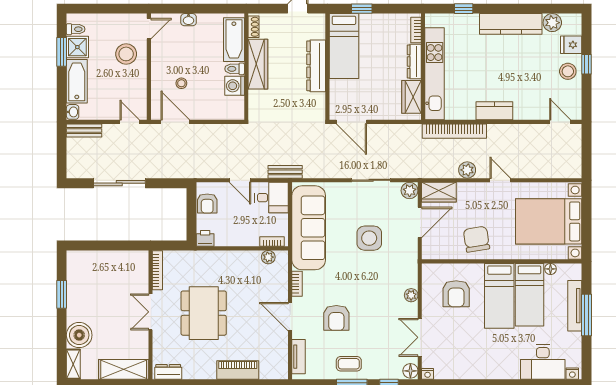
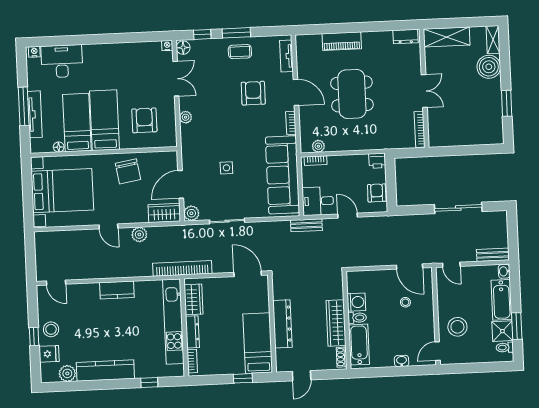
bookcase: (454, 131) -> (182, 268), moved
side table: (369, 238) -> (226, 168), width x0.54, depth x0.54
dining table: (204, 313) -> (352, 94), moved

